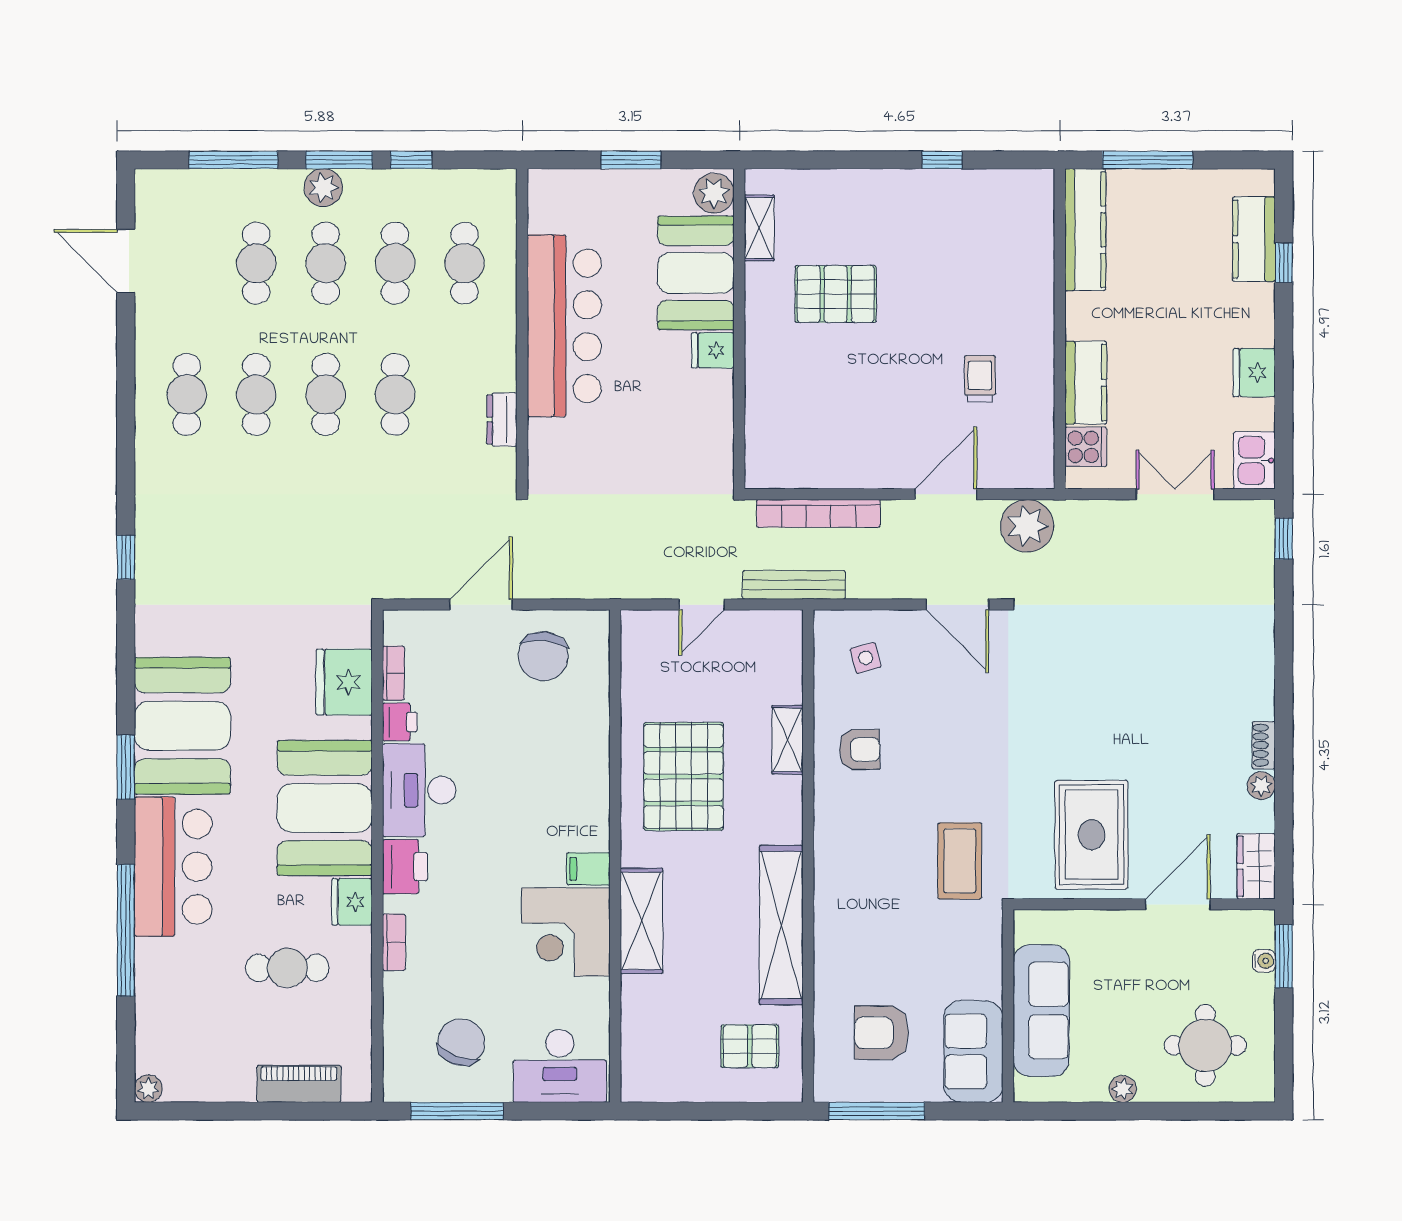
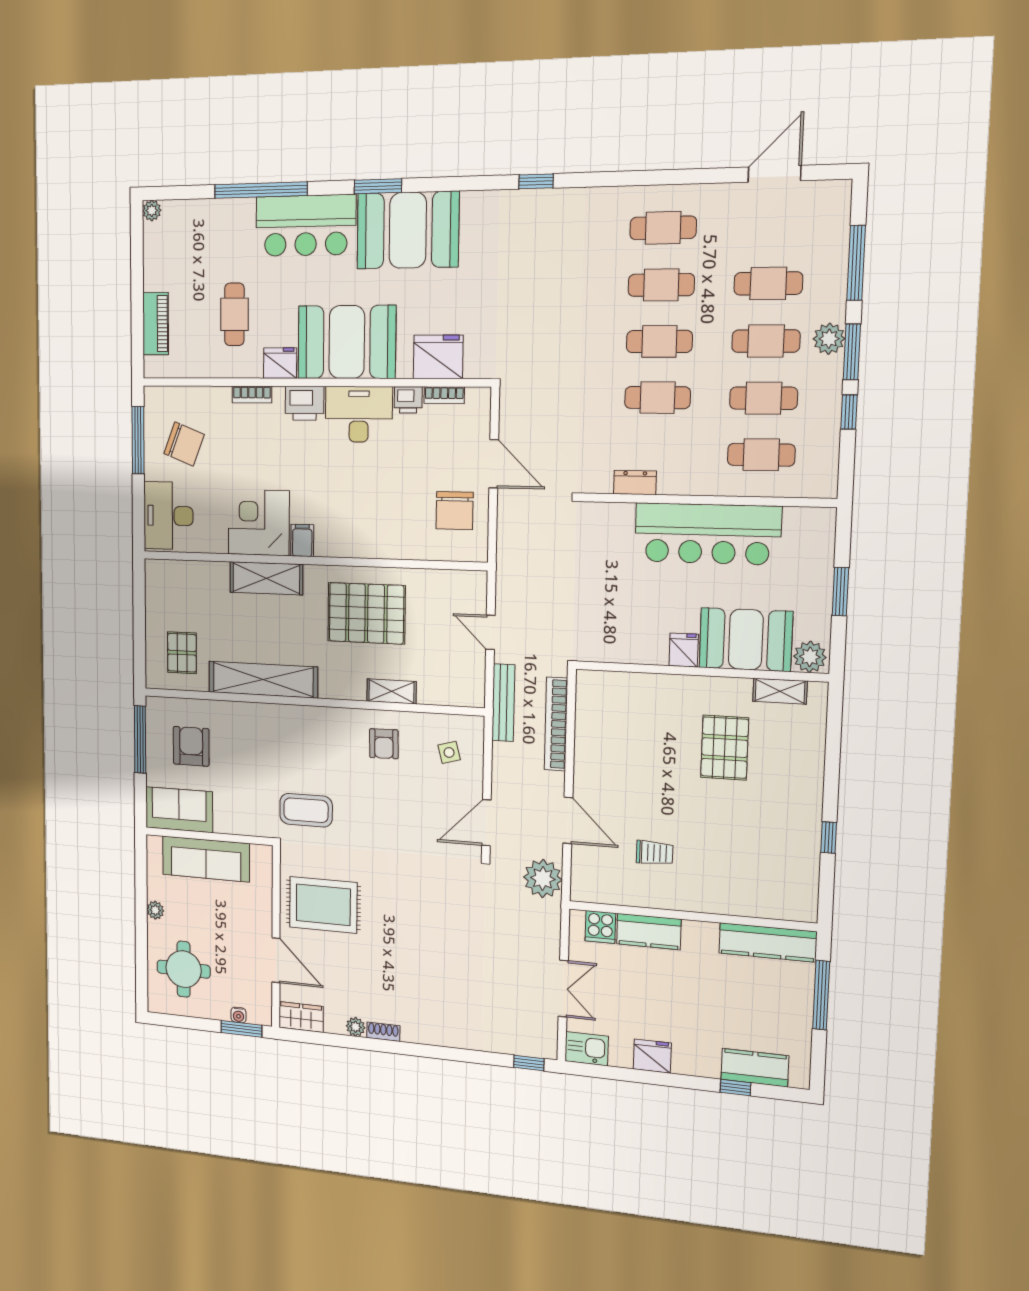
chair: (543, 656) -> (455, 511), turned -96

